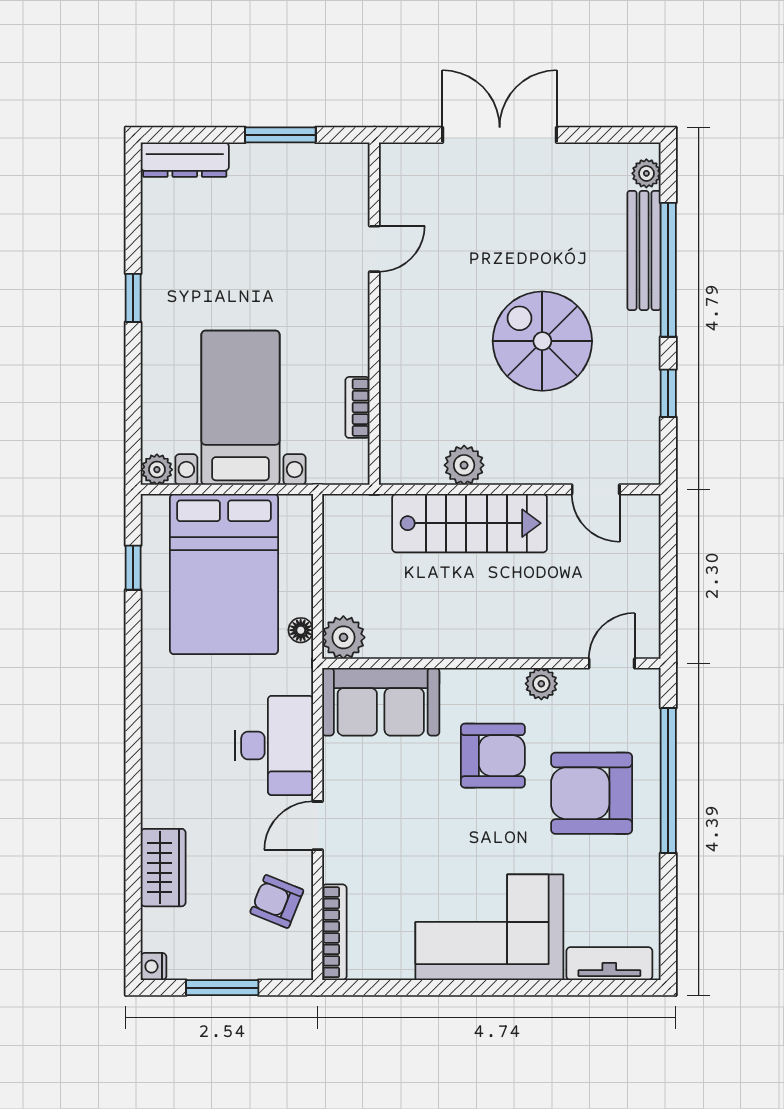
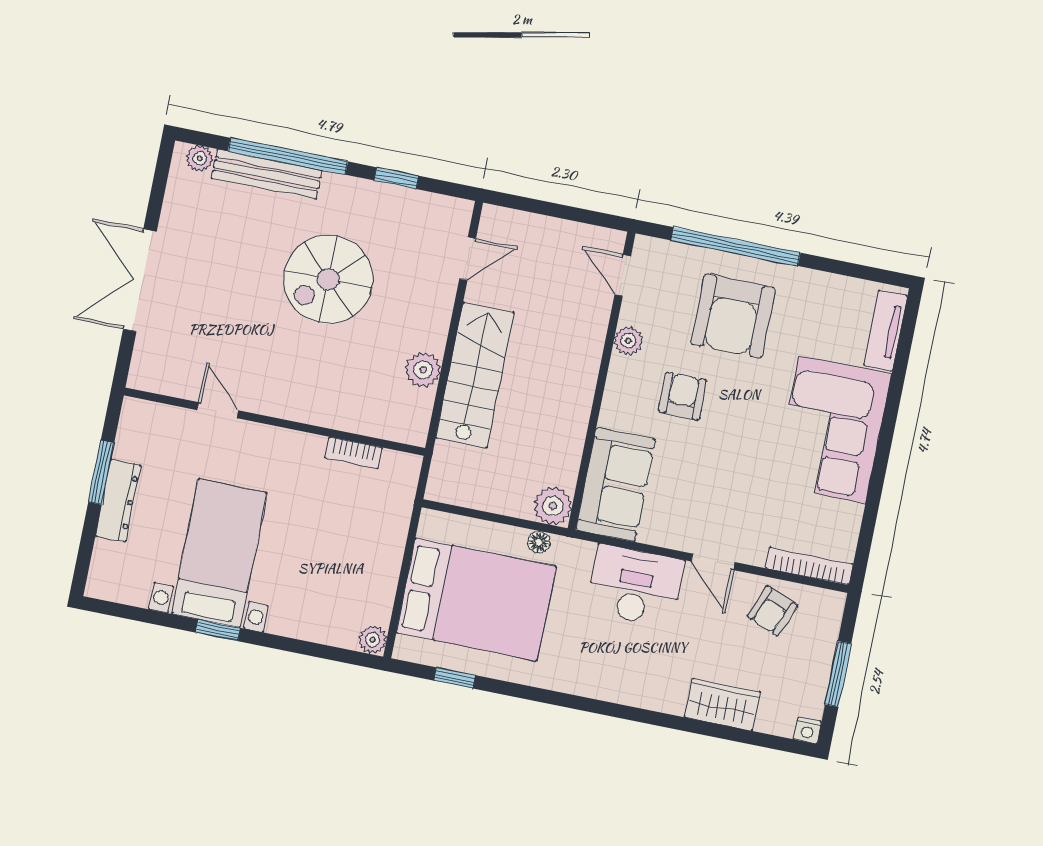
dresser: (185, 160) -> (118, 500), moved
bed with nightstands: (240, 408) -> (219, 553), moved, turned 90
armchair: (493, 756) -> (683, 396), width x0.72, depth x0.72

